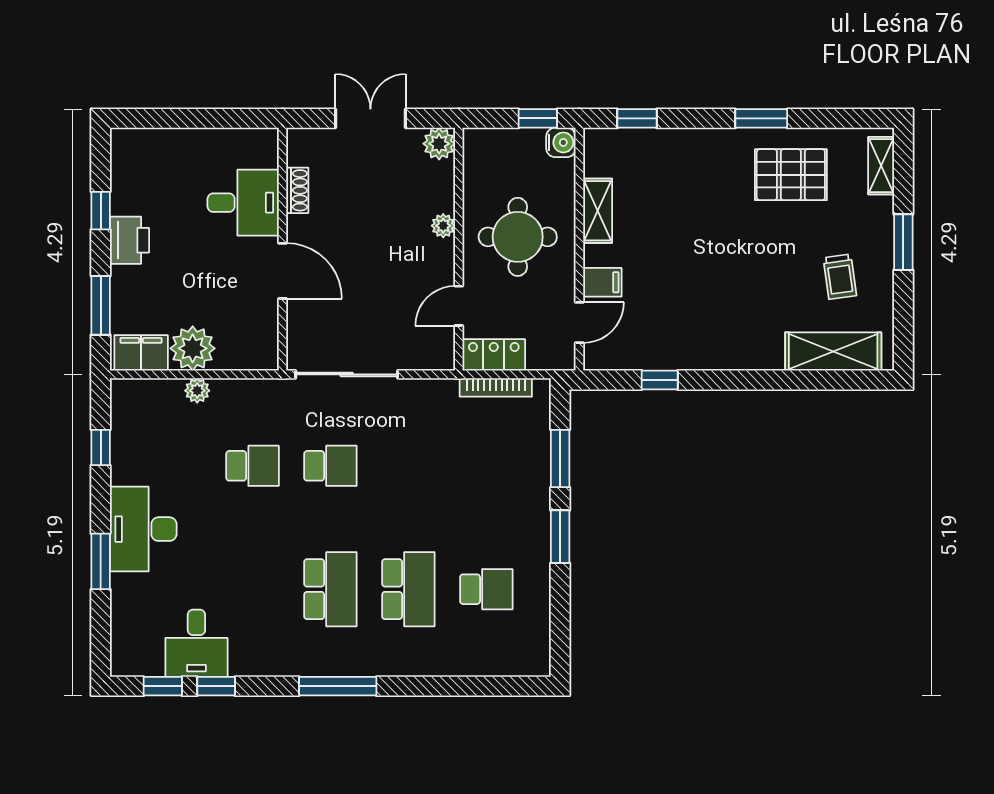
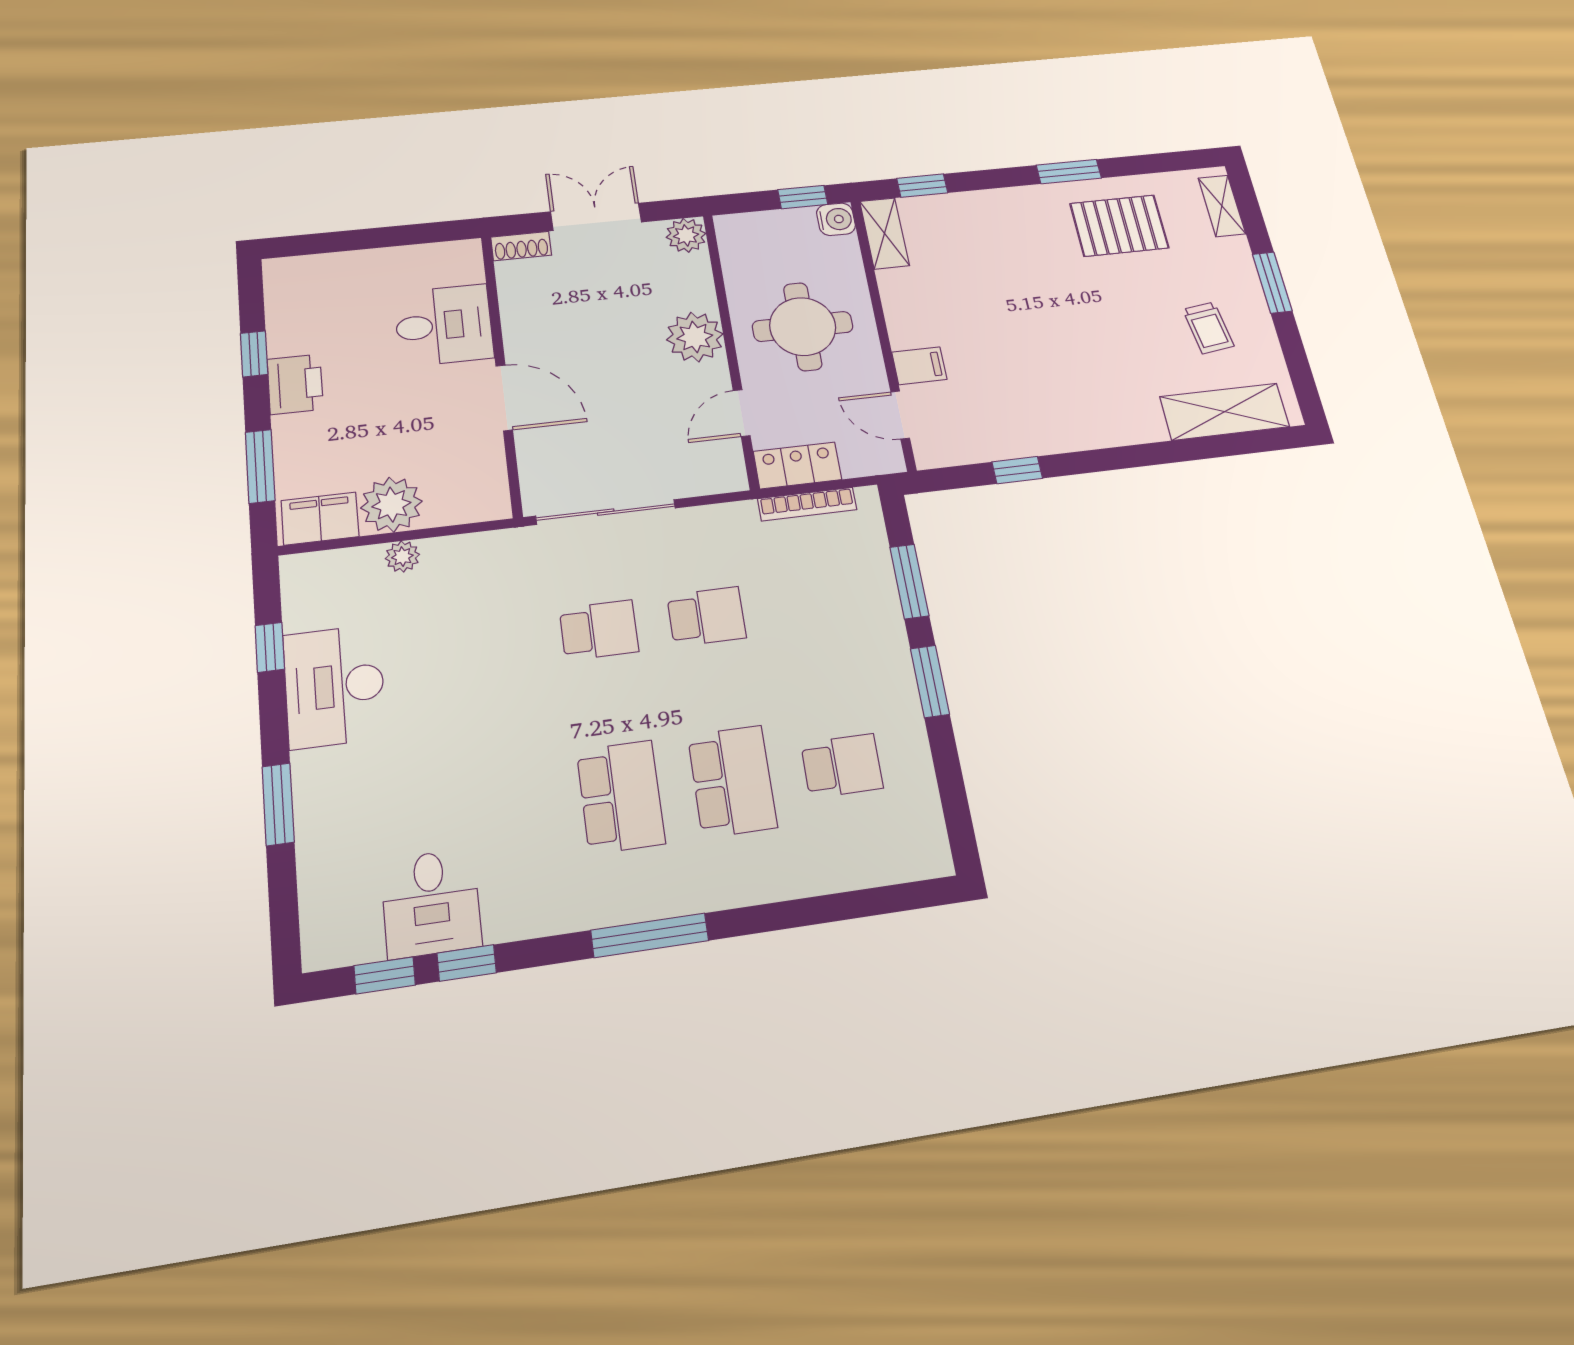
shoe rack: (297, 190) -> (521, 246), moved, turned 90
shelving: (598, 211) -> (884, 233), moved
plant: (443, 226) -> (695, 337), width x1.87, depth x1.87
door: (579, 323) -> (900, 415), swing flipped
school desk: (253, 466) -> (707, 616), moved
desk: (143, 529) -> (335, 686), moved

